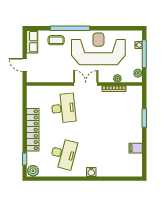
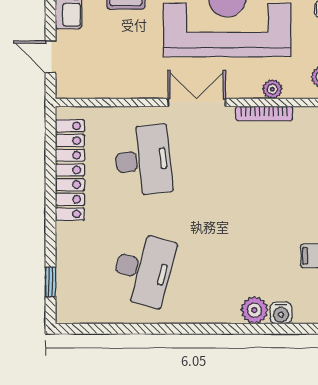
locker: (33, 130) -> (70, 170), moved
plant: (33, 171) -> (254, 310), moved
water cooler: (91, 172) -> (281, 313), moved

